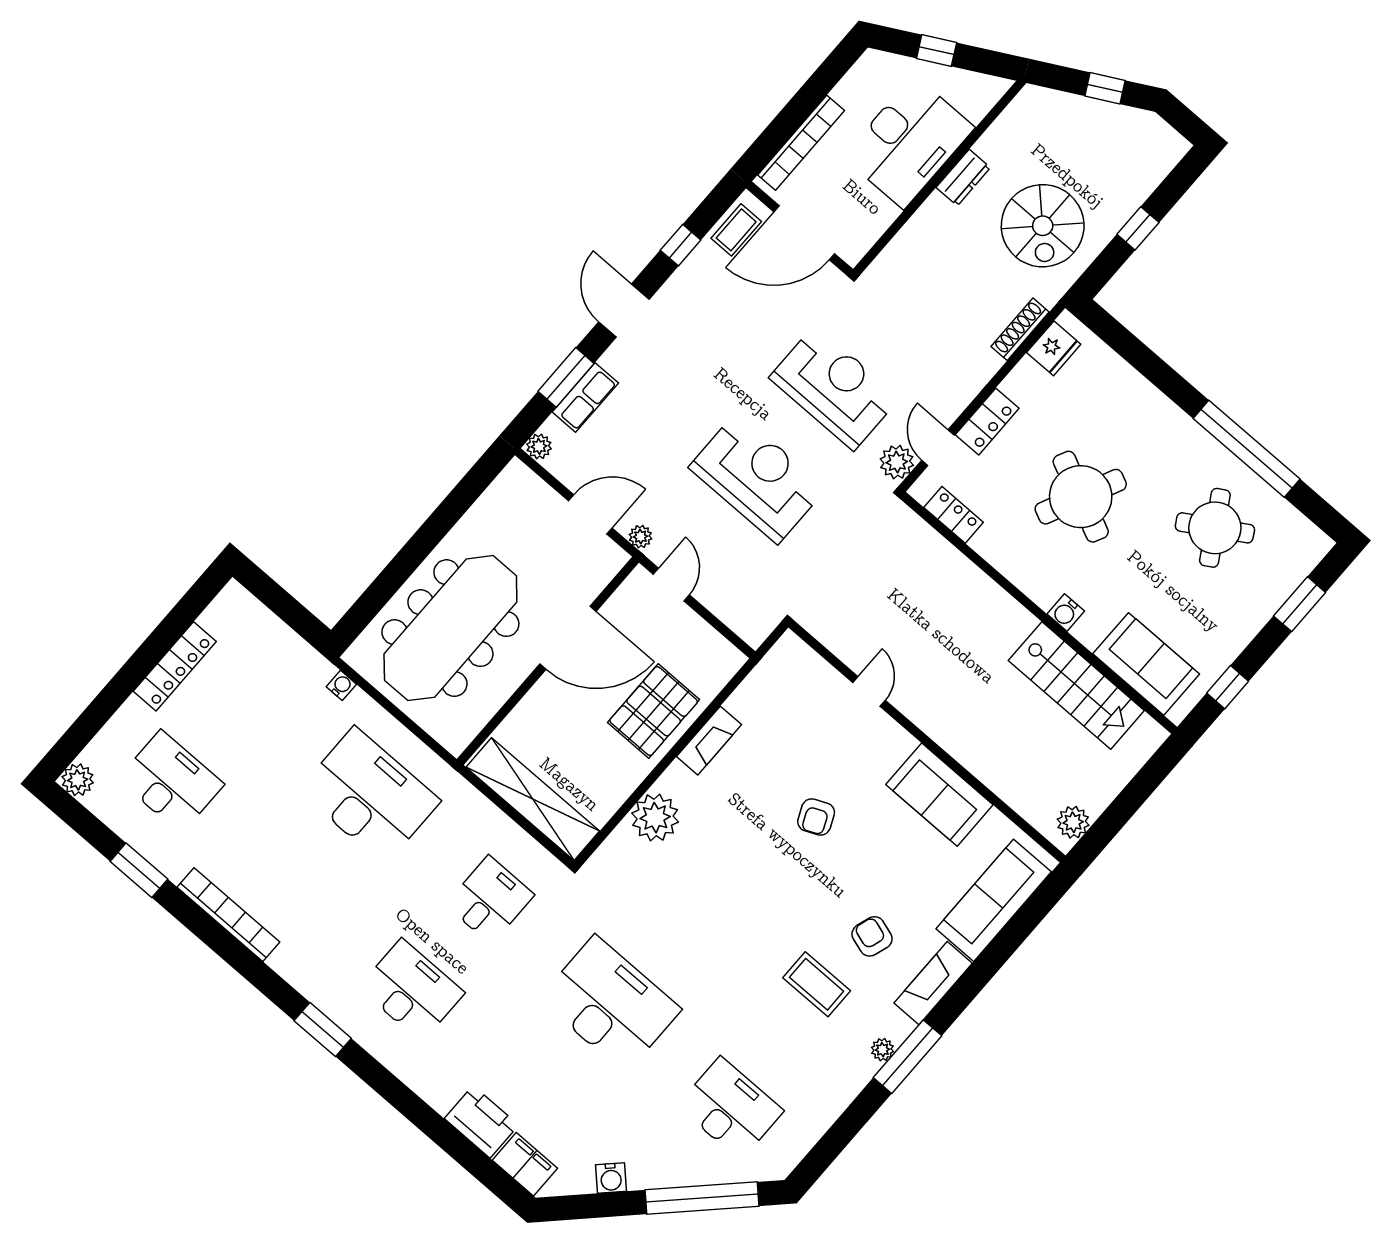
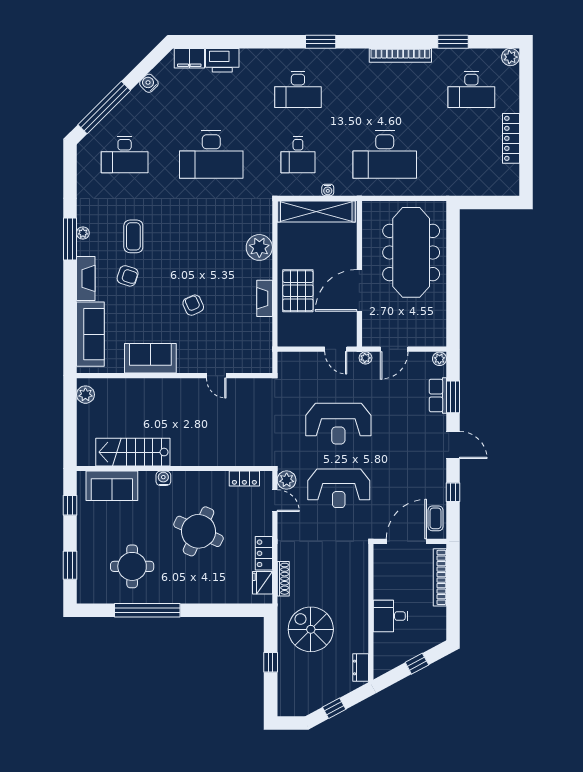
desk: (909, 142) -> (391, 616), width x0.53, depth x0.77
dresser: (963, 178) -> (361, 667), moved
locker: (987, 422) -> (264, 553), moved
round table: (1215, 528) -> (132, 566), turned 31
water cooler: (341, 685) -> (328, 190), moved
coffee table: (817, 984) -> (133, 236), turned 90

